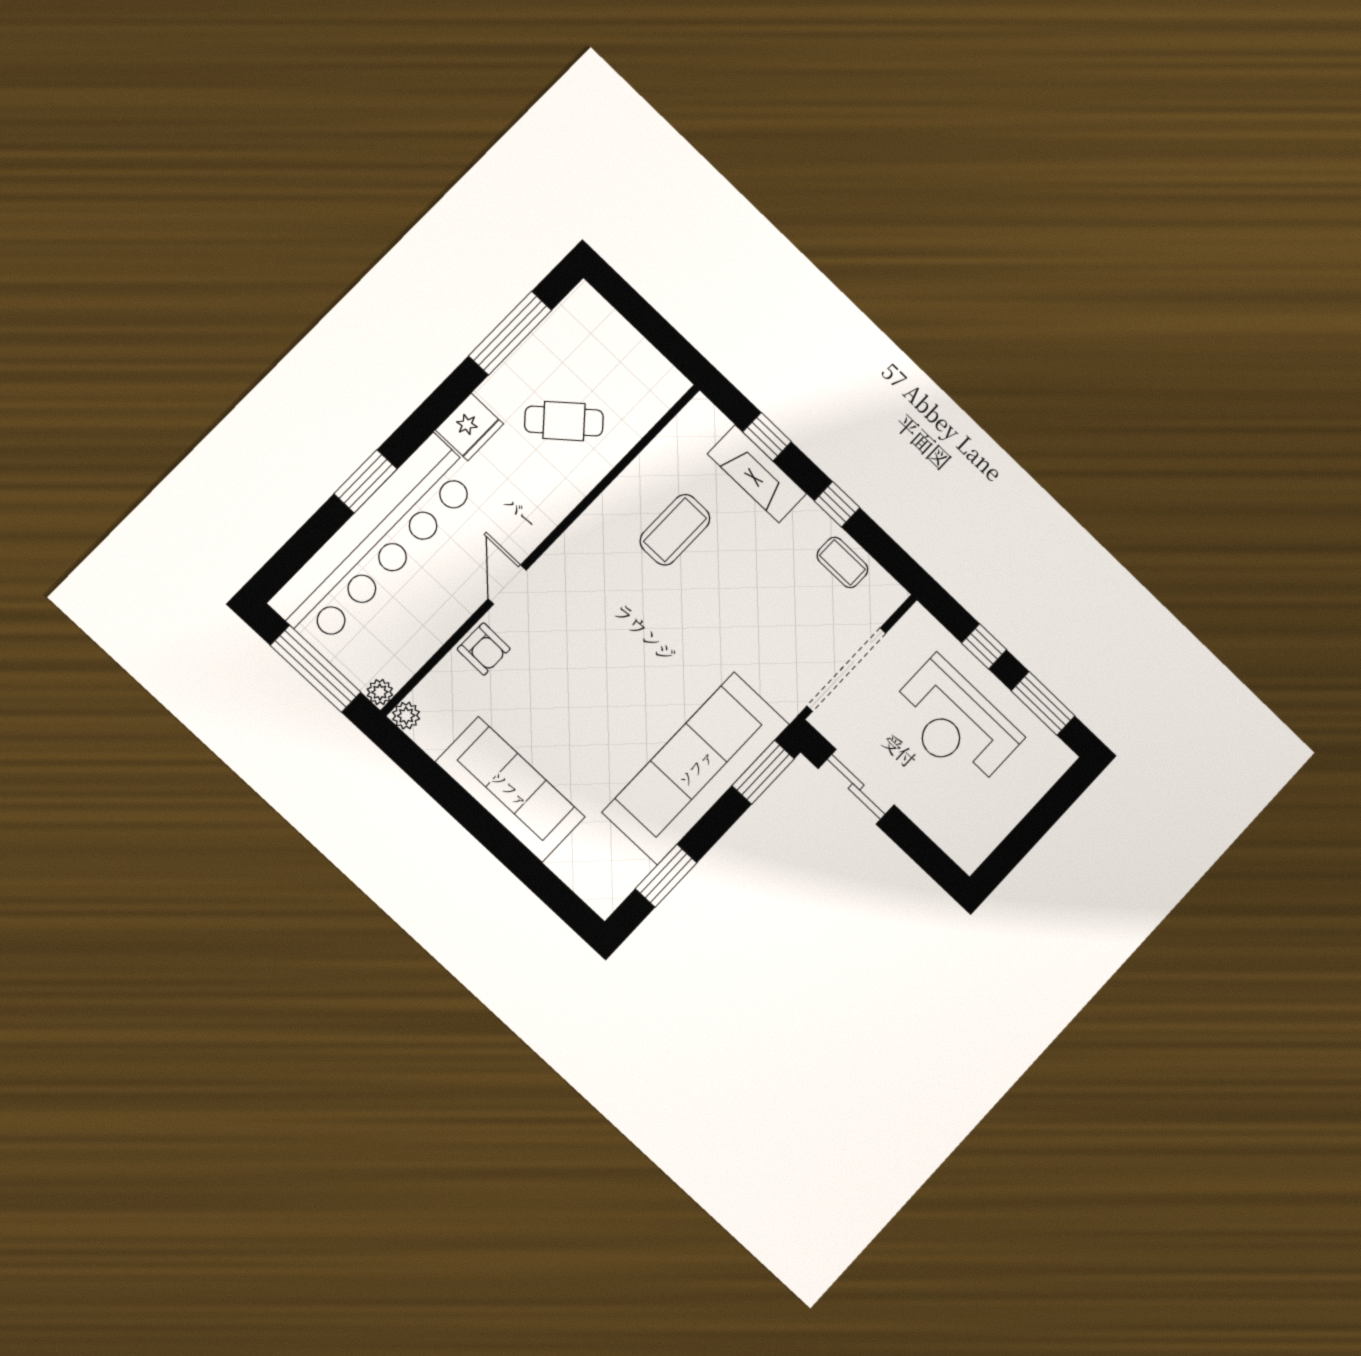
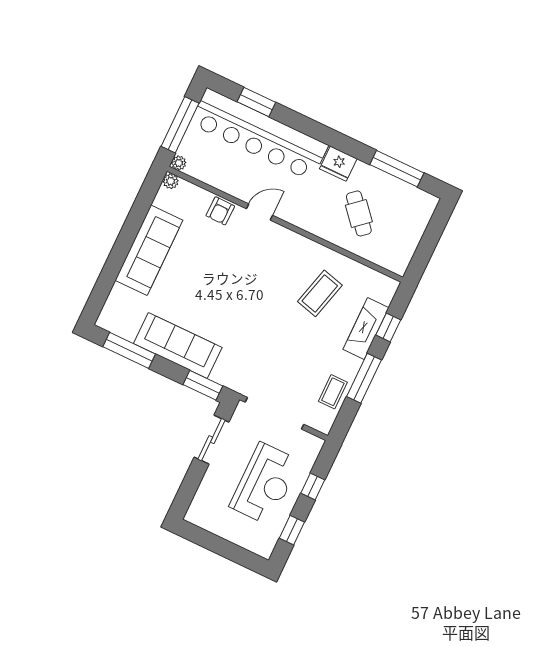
window: (366, 481) -> (256, 102), moved
window: (837, 504) -> (364, 378), width x2.17
coffee table: (675, 530) -> (320, 293), turned -75
window: (1043, 703) -> (292, 530), width x0.67
reception desk: (955, 723) -> (265, 484), turned 180
sofa: (696, 768) -> (178, 345), width x0.74, depth x0.79
window: (666, 876) -> (129, 350), width x1.44

